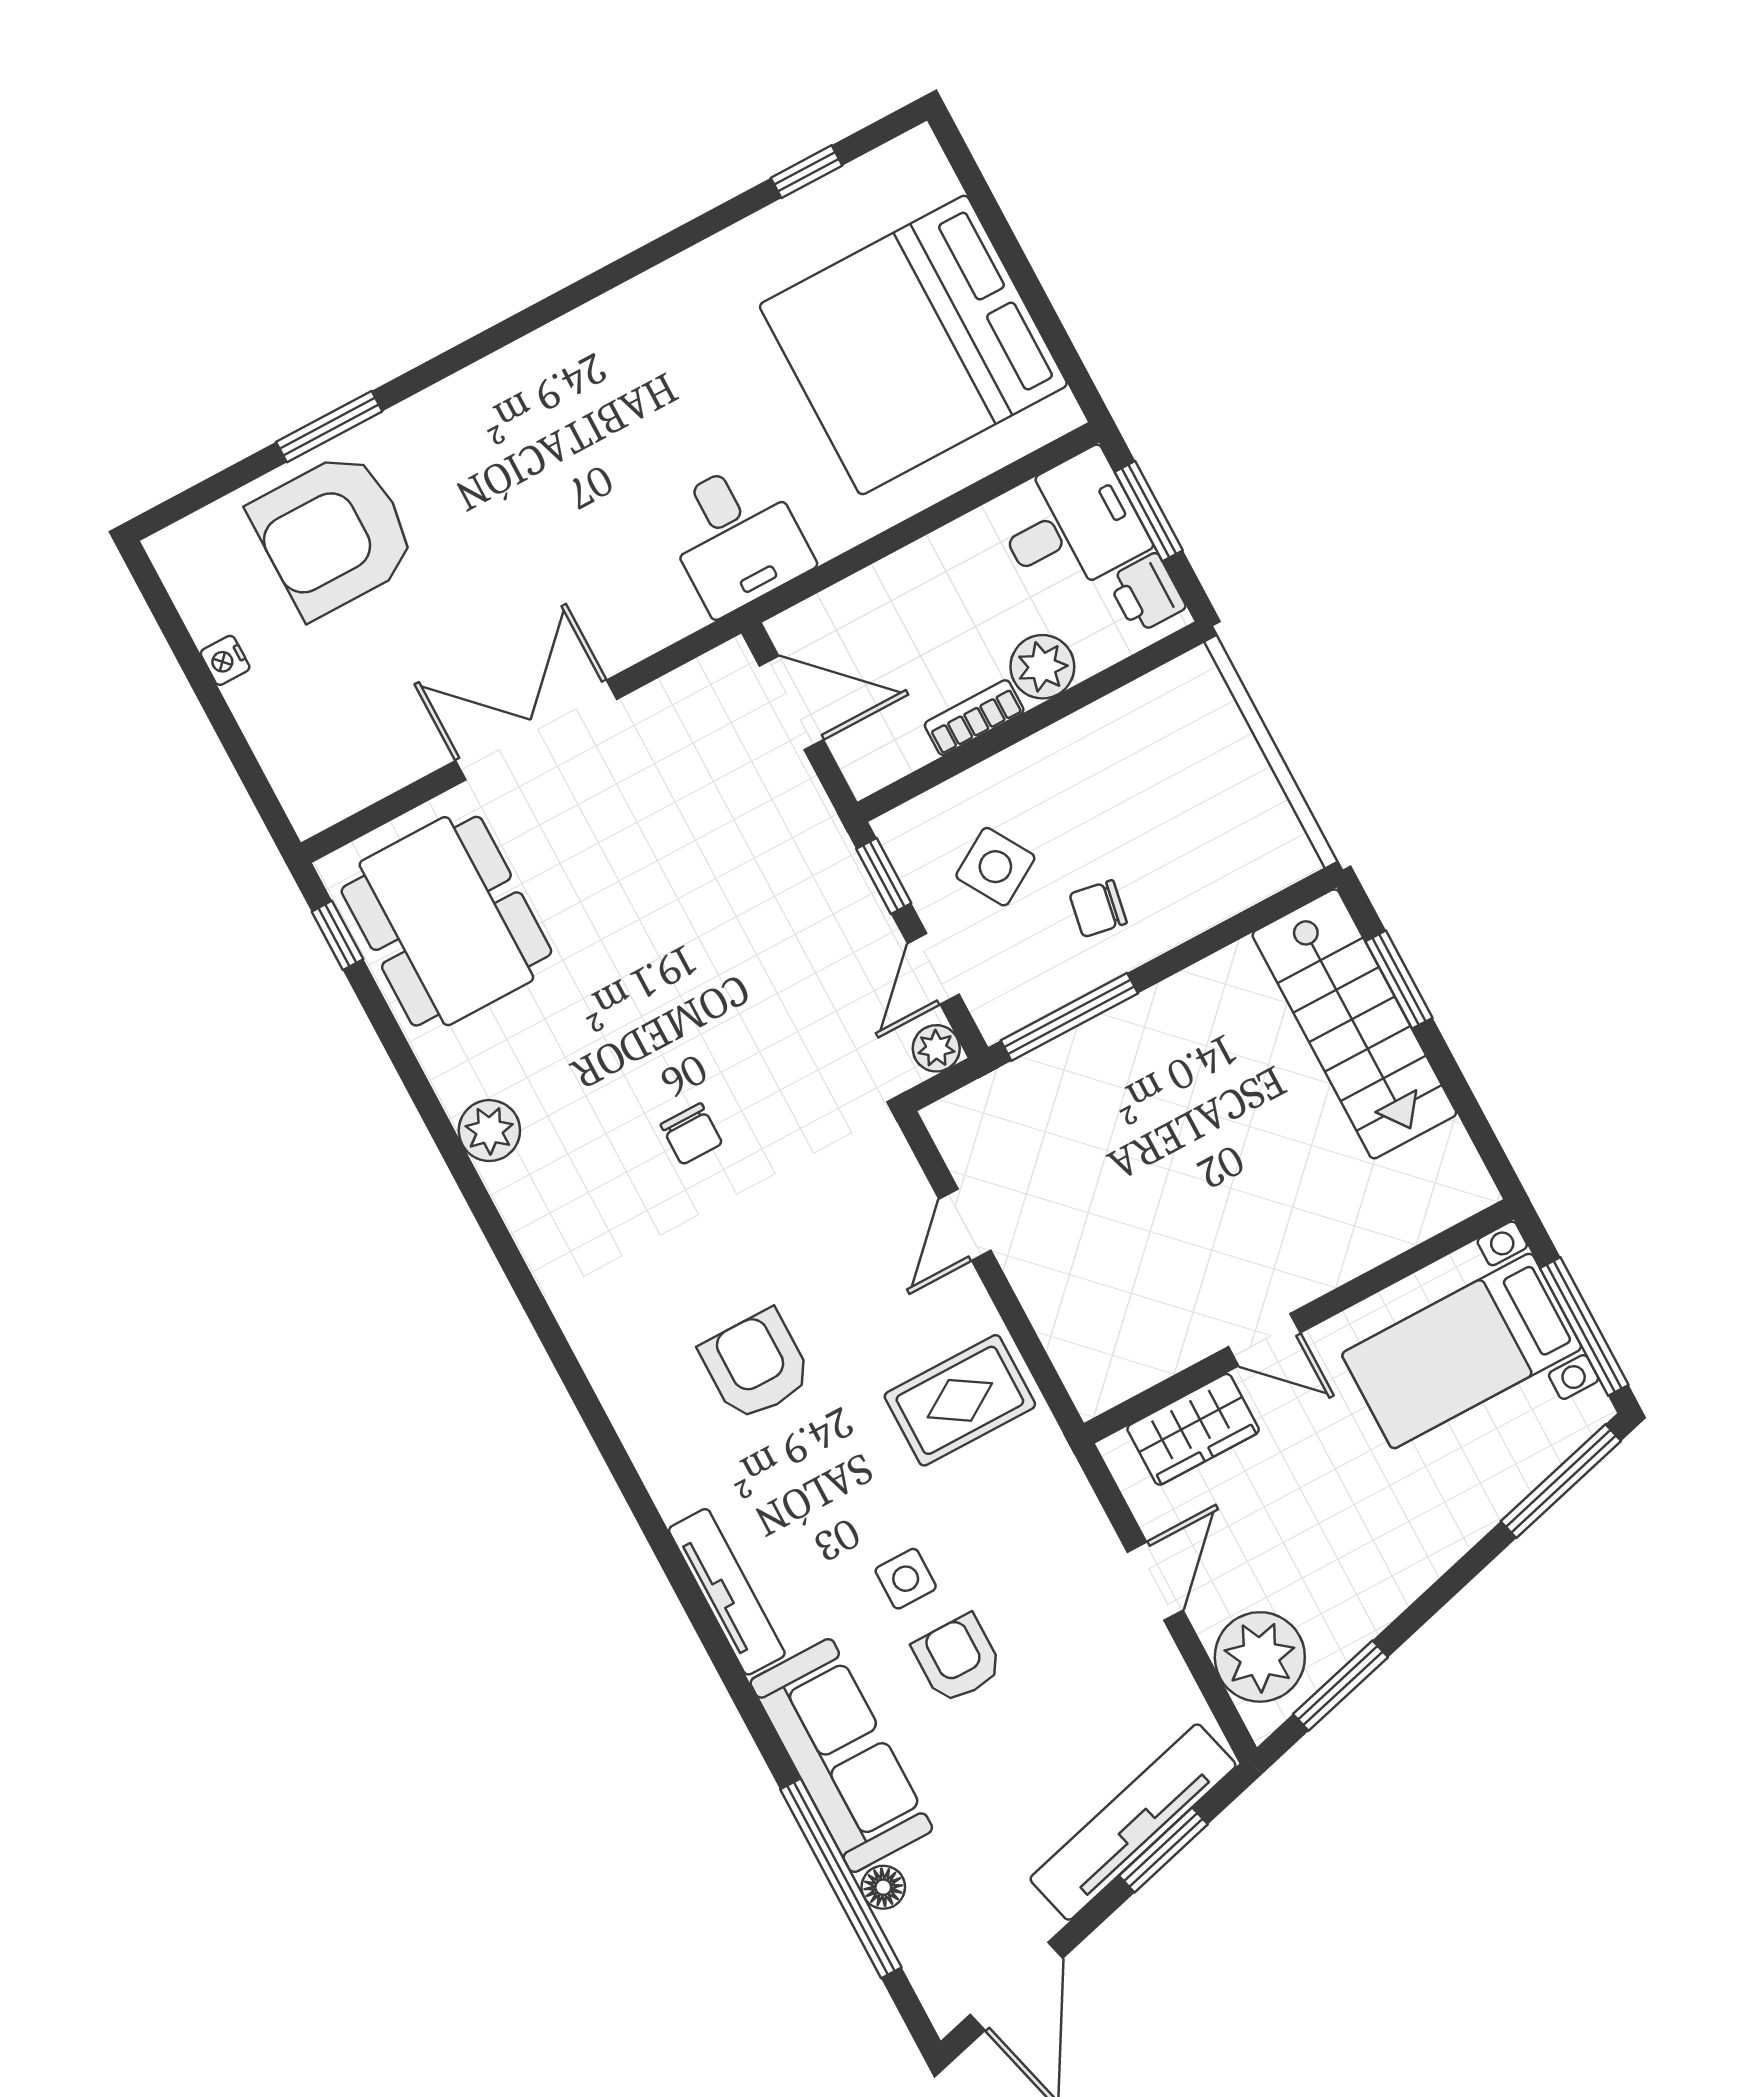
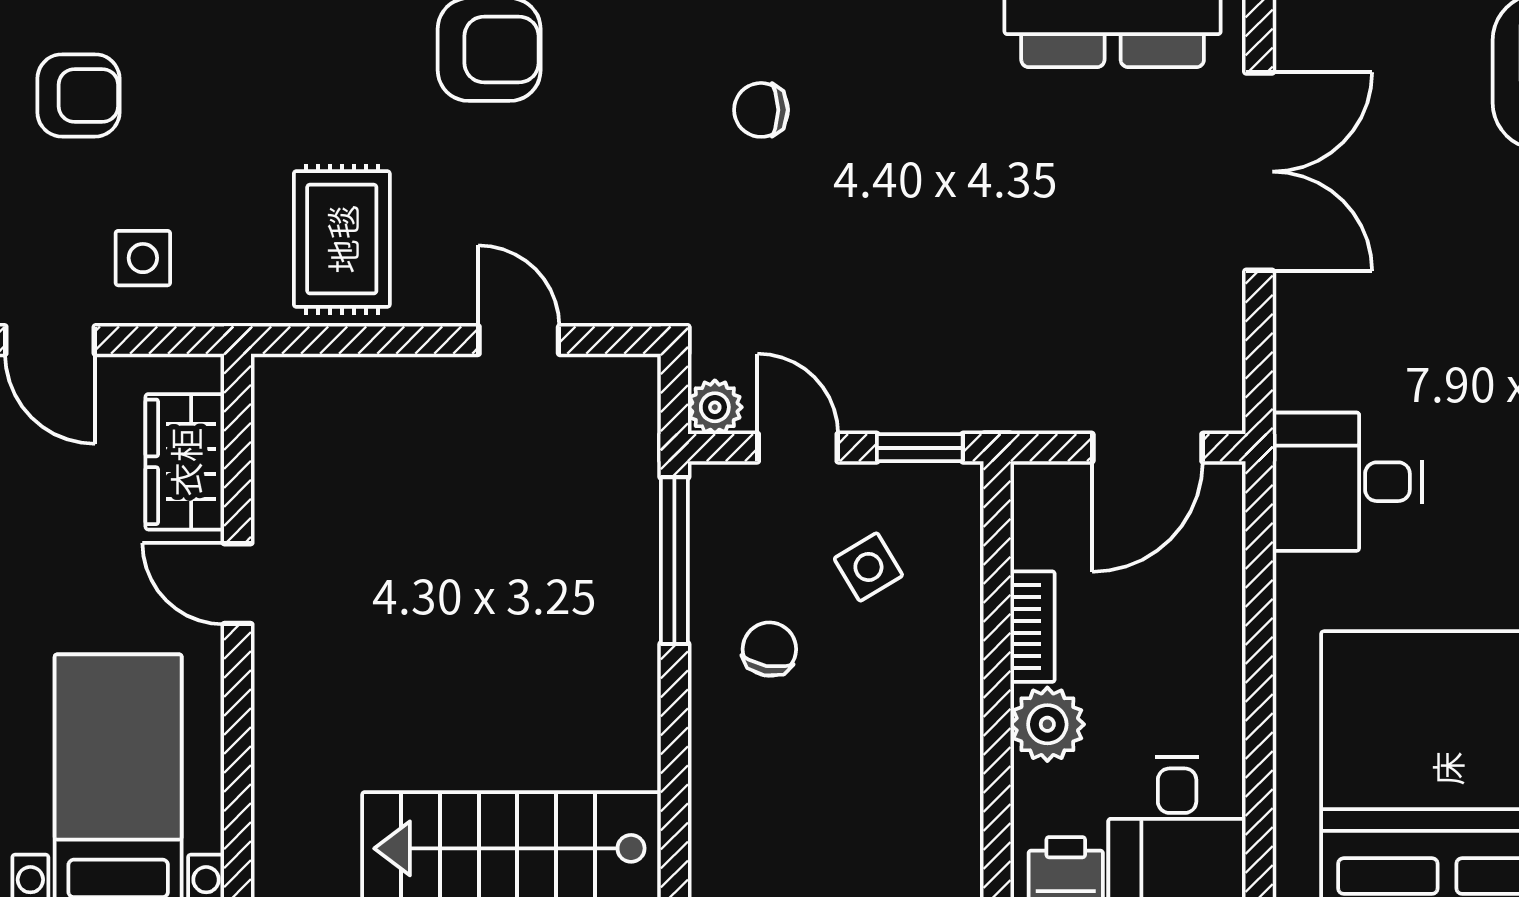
side table: (995, 867) -> (868, 567), width x0.73, depth x0.73
door: (1264, 1340) -> (237, 584), hinge flipped
side table: (906, 1579) -> (143, 258), moved

